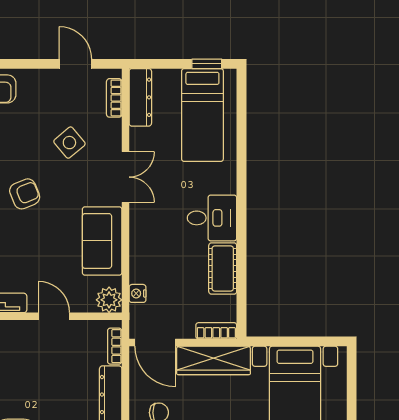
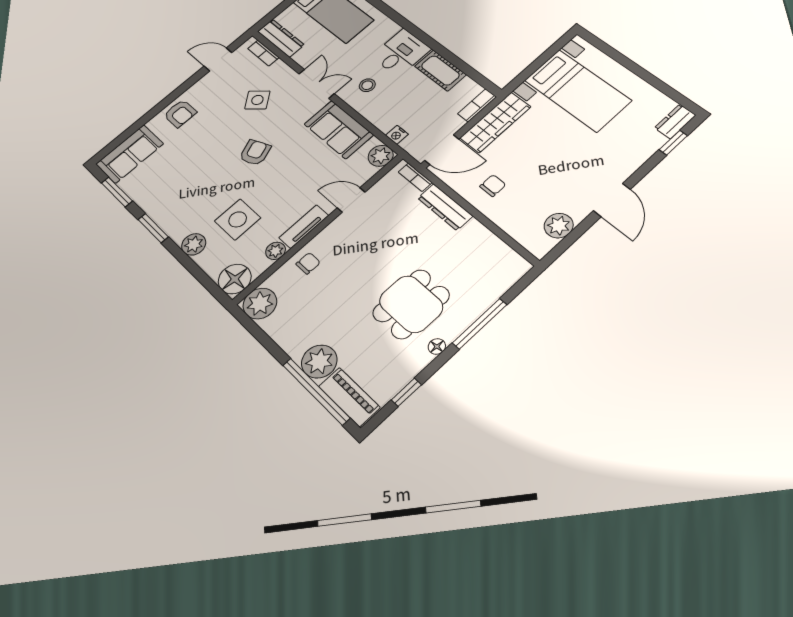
stool: (160, 222) -> (367, 85), added

